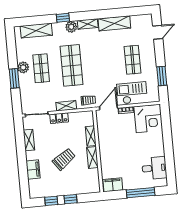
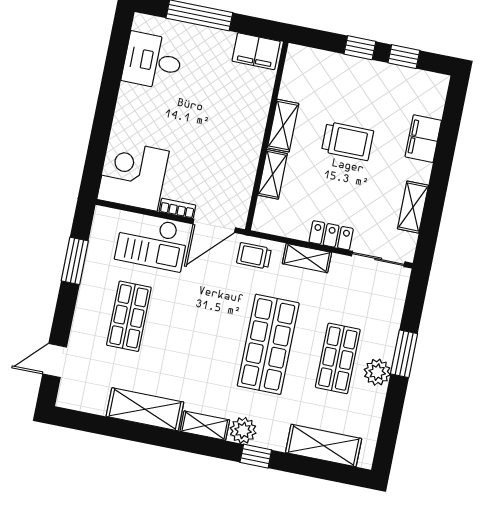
trolley: (64, 159) -> (348, 141), turned -144

